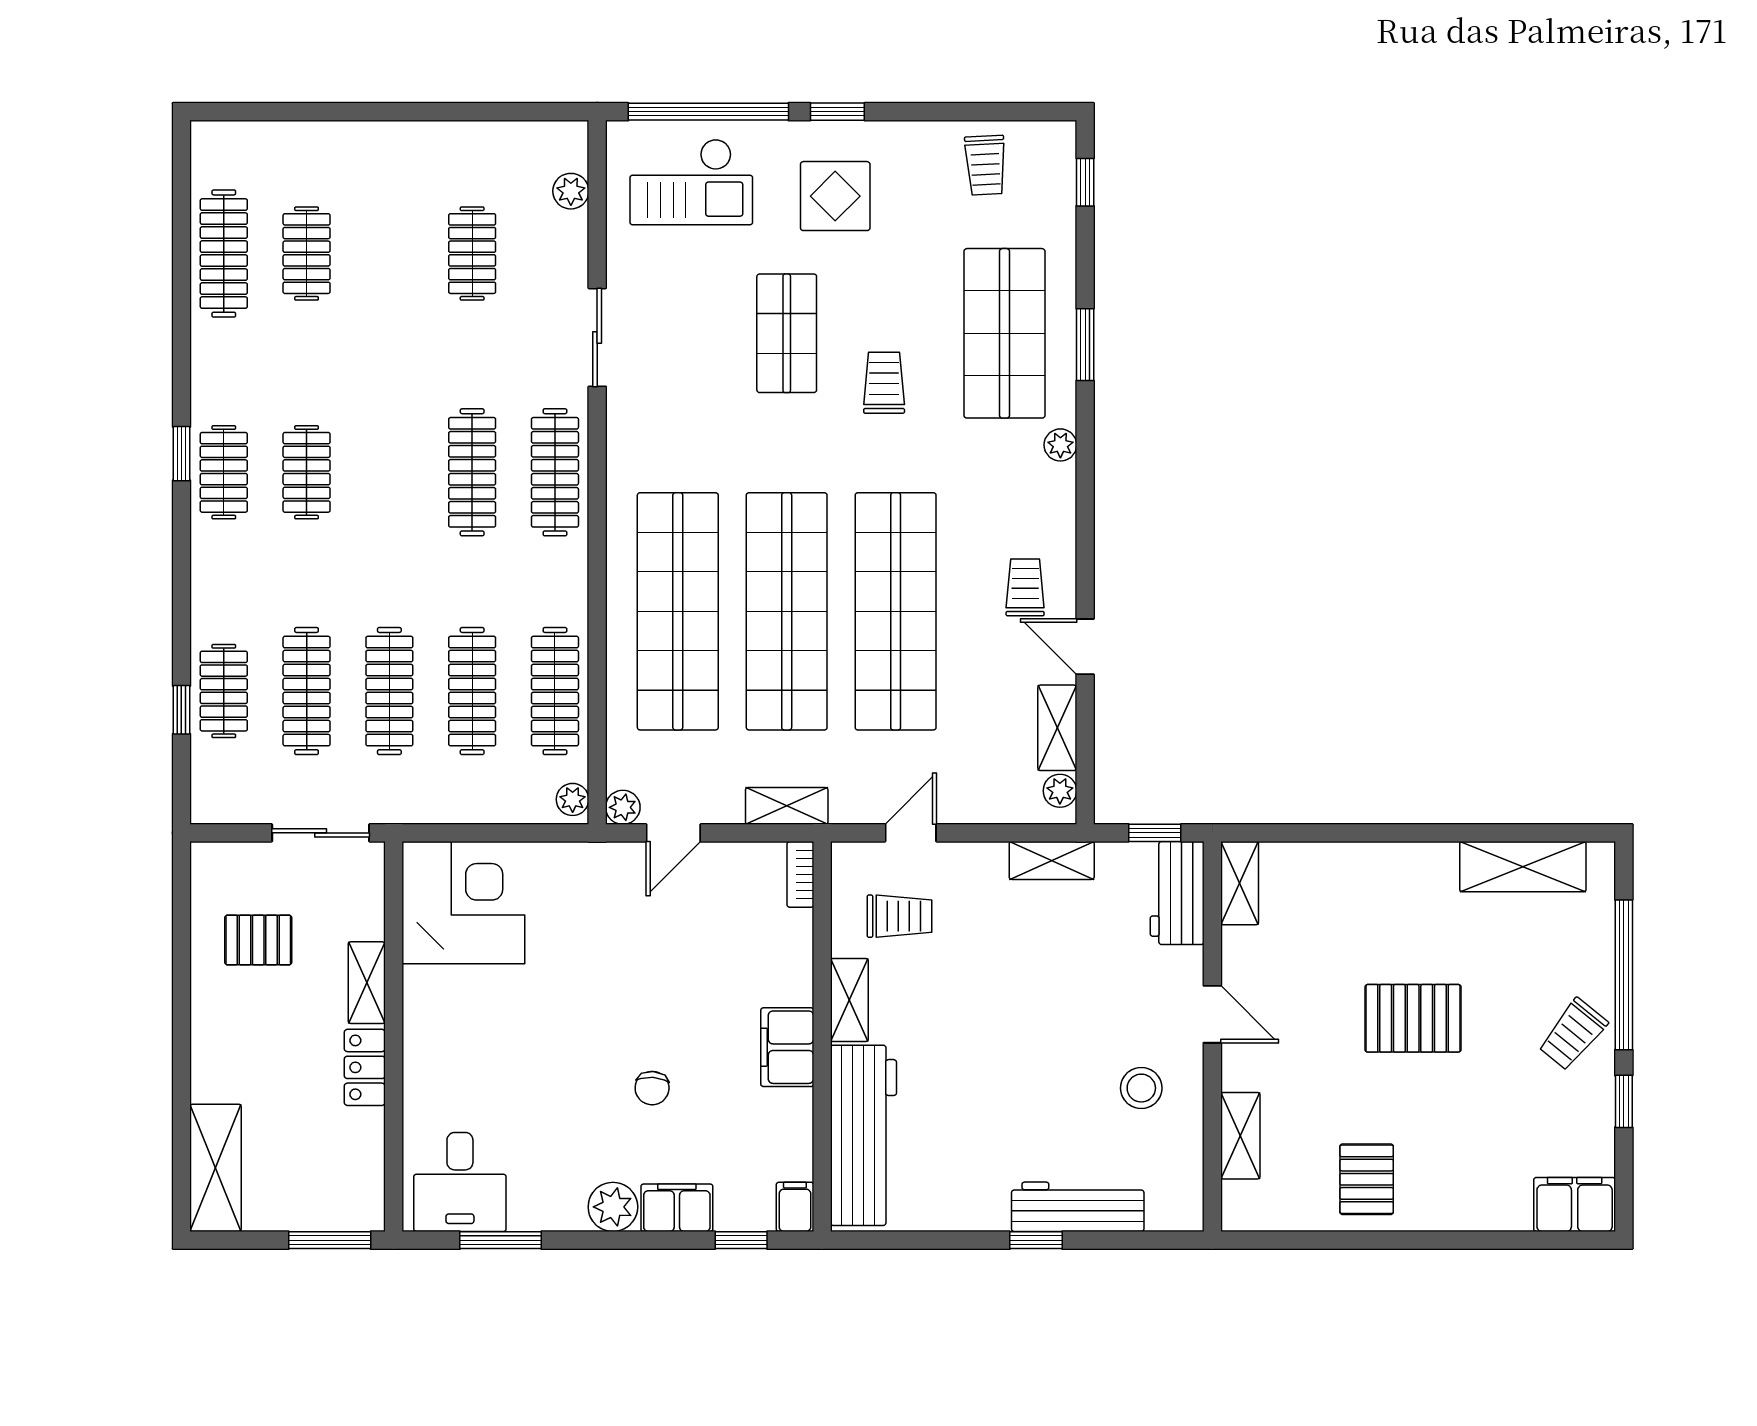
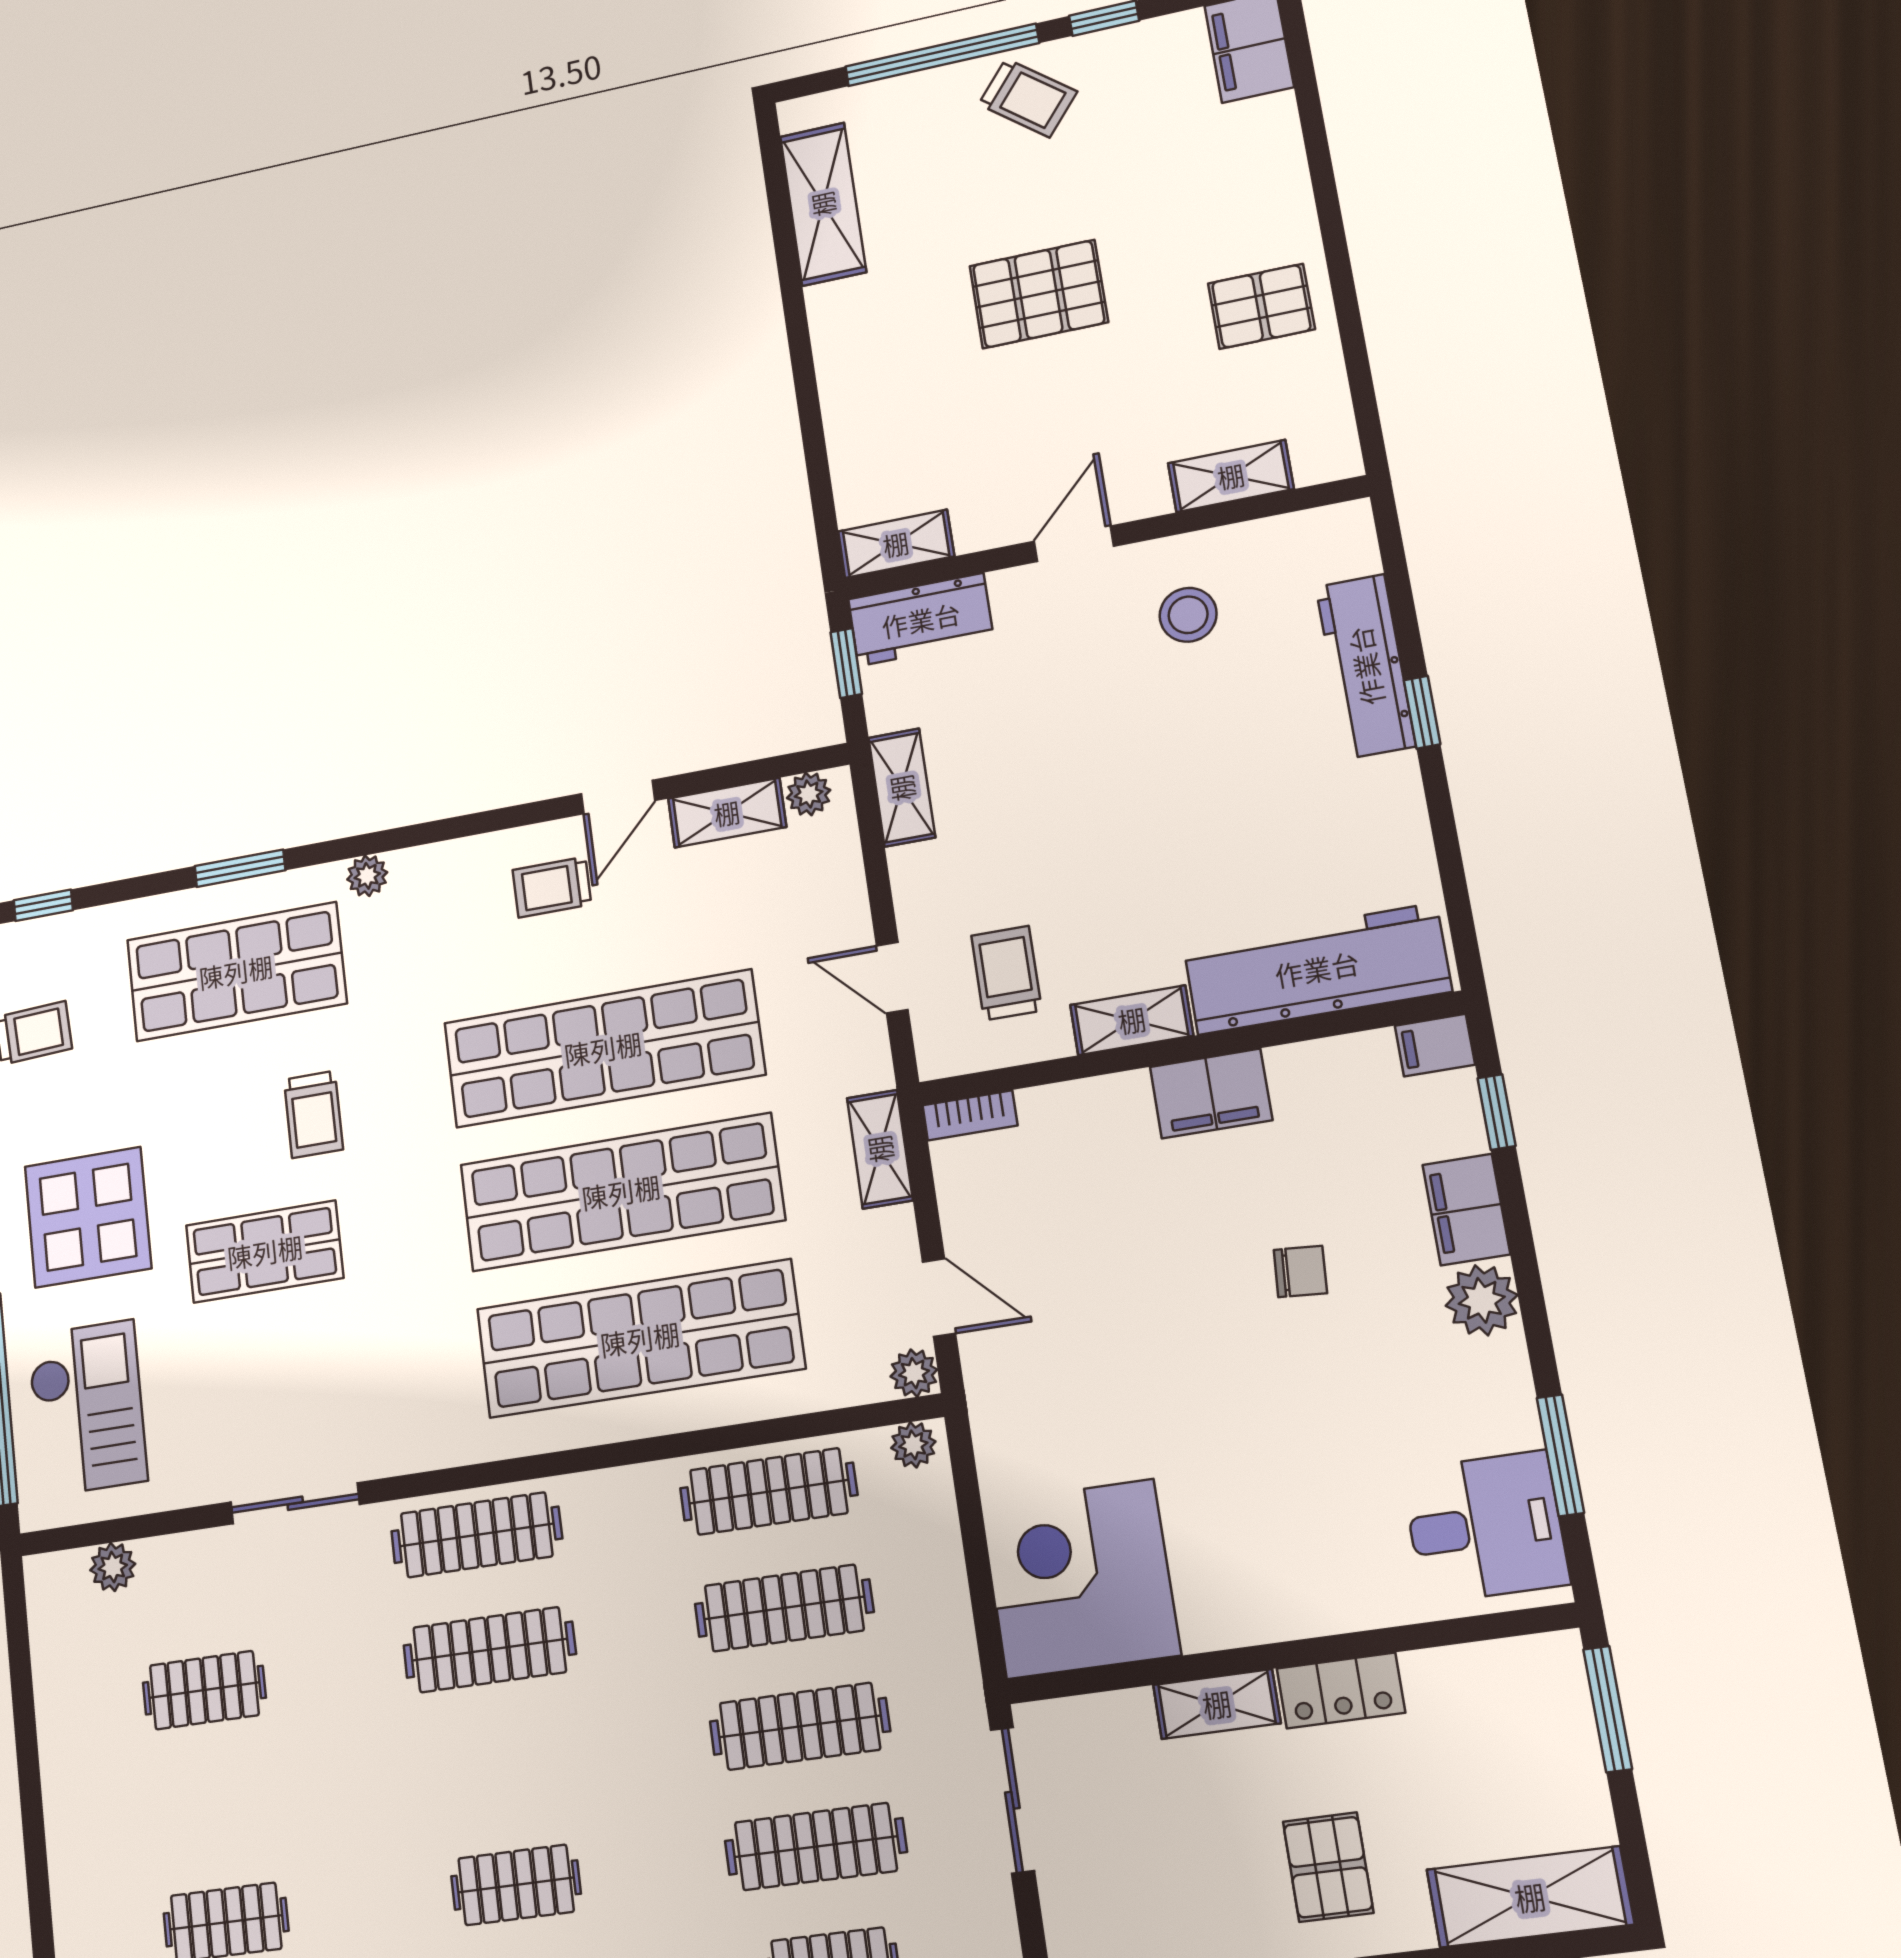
display table: (835, 196) -> (88, 1217), width x1.36, depth x1.36
trolley: (884, 383) -> (314, 1114), turned -90
pallet: (258, 940) -> (1328, 1867), moved
pallet: (1413, 1018) -> (1039, 294), turned 90

